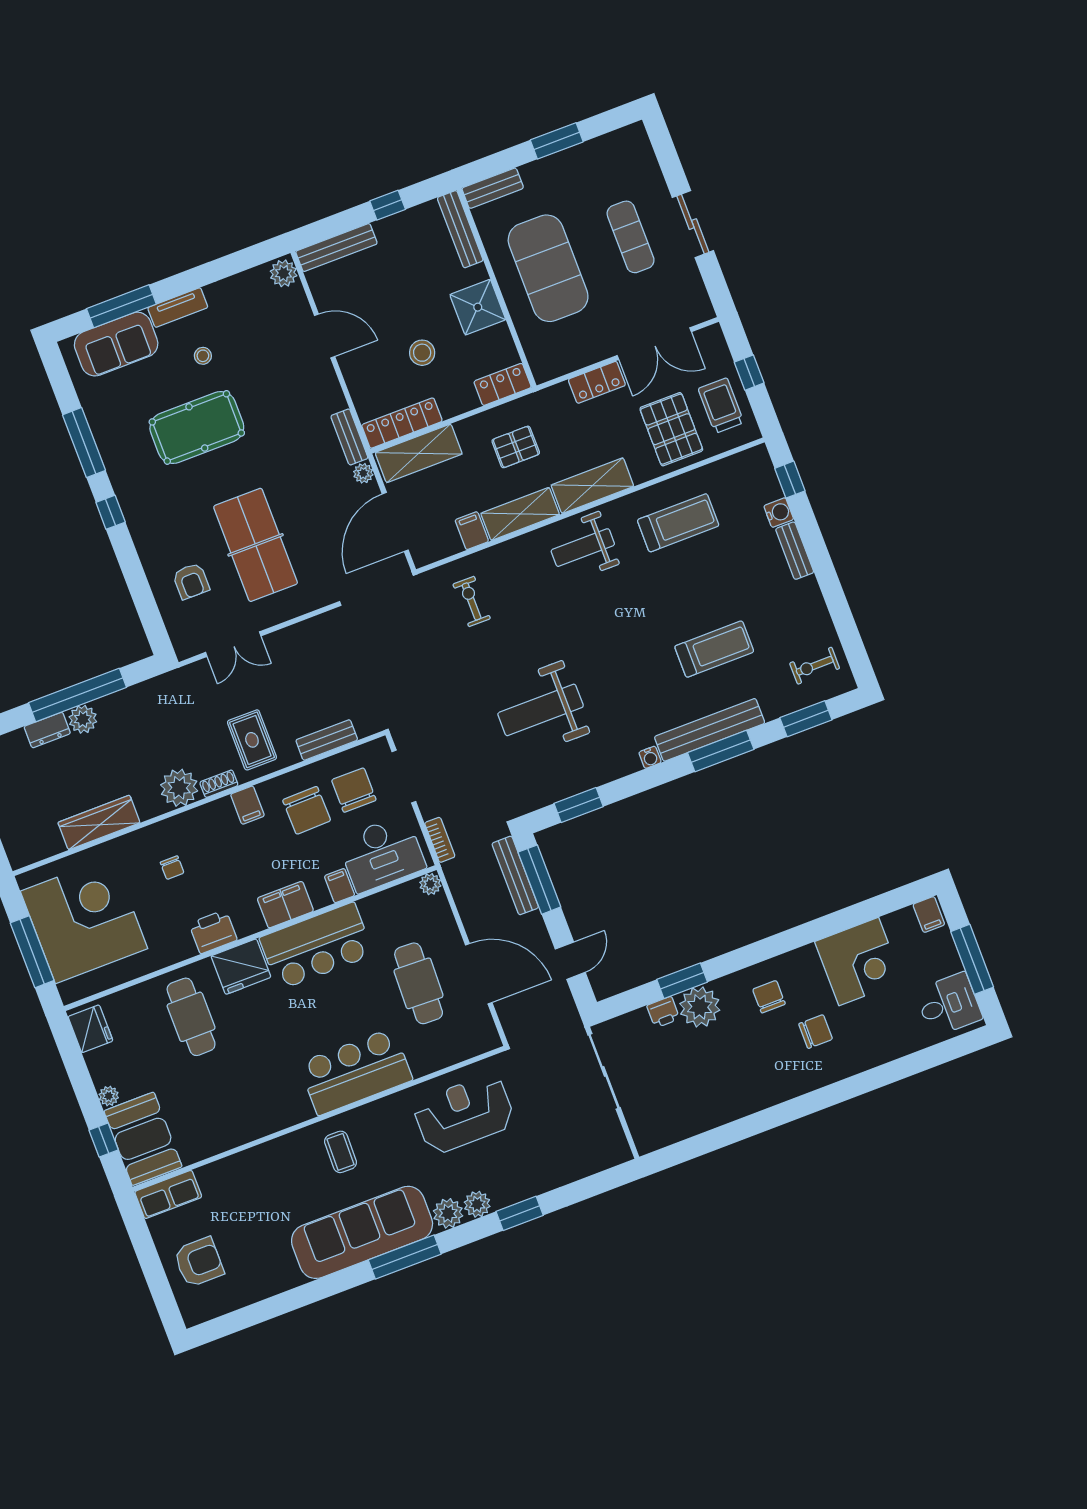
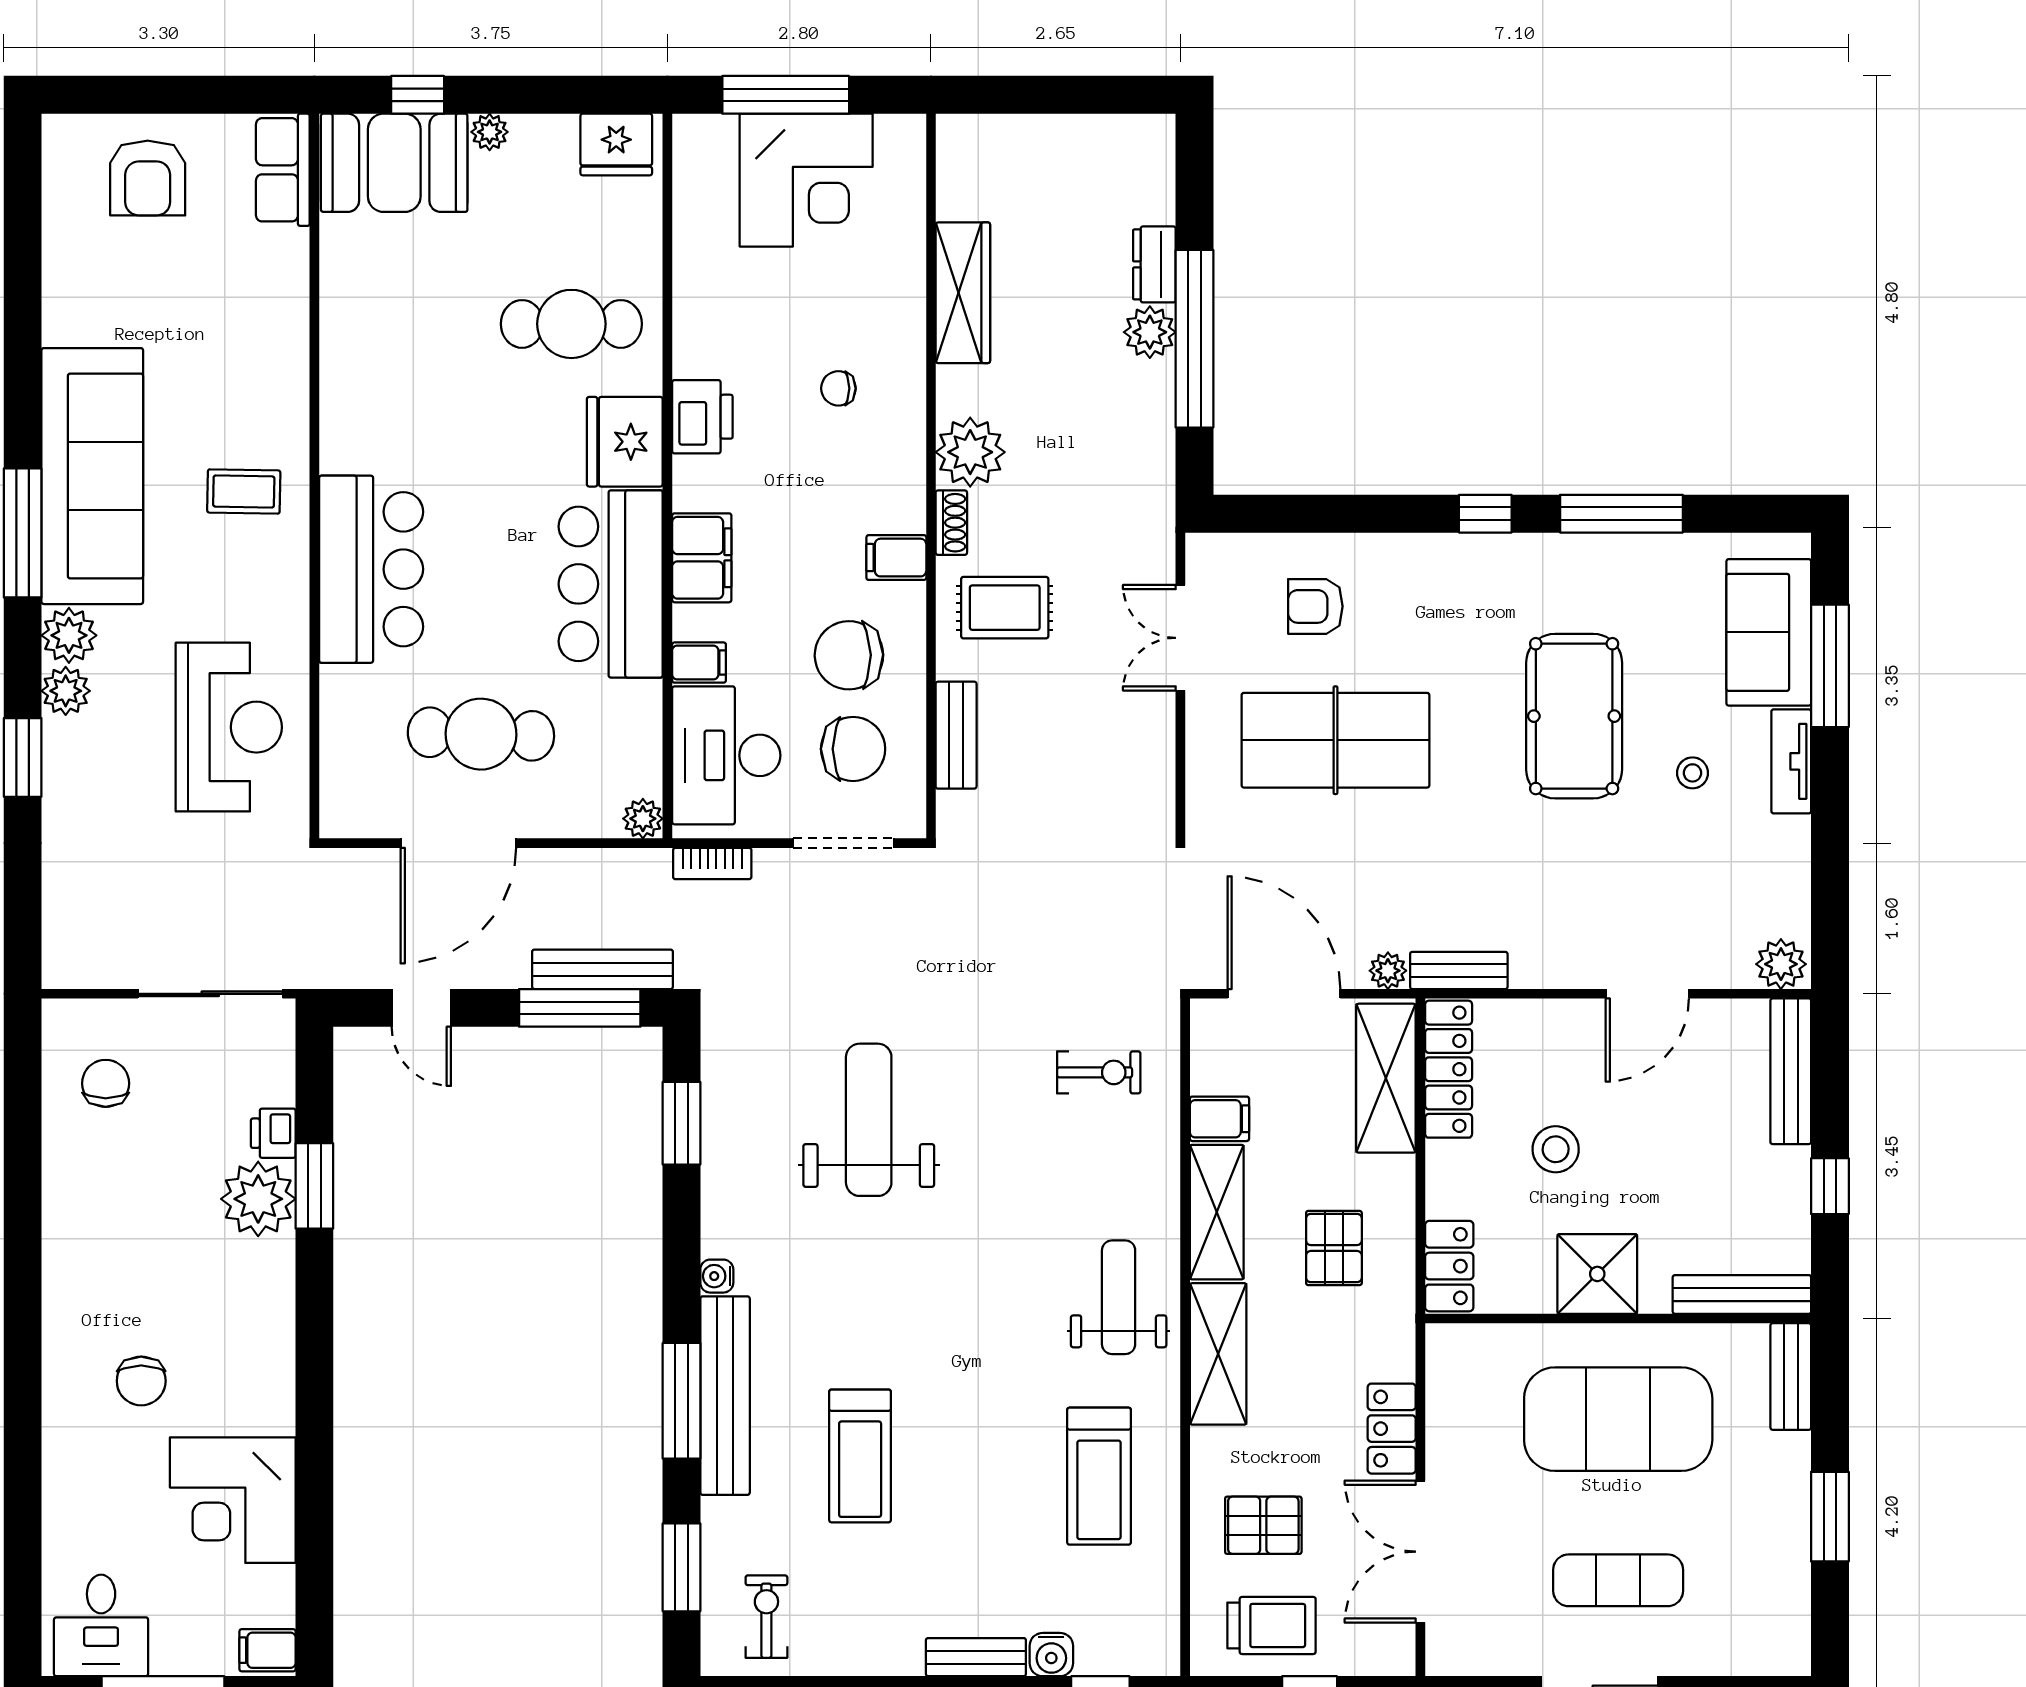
pallet: (671, 429) -> (1263, 1525), width x0.67, depth x0.71
corner desk: (84, 920) -> (806, 180), width x0.74, depth x0.74
chair: (769, 997) -> (106, 1083), moved, turned -90

